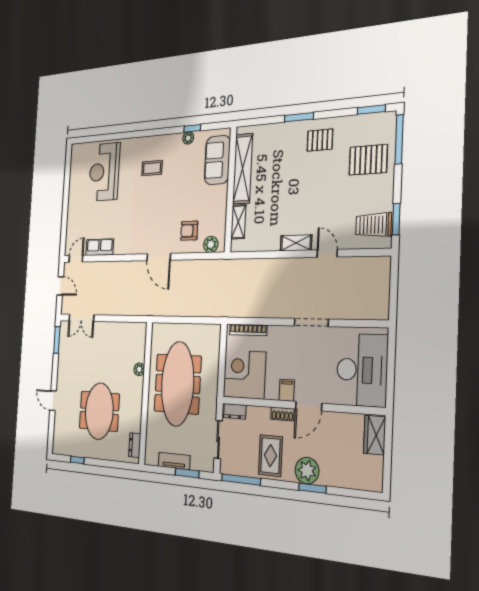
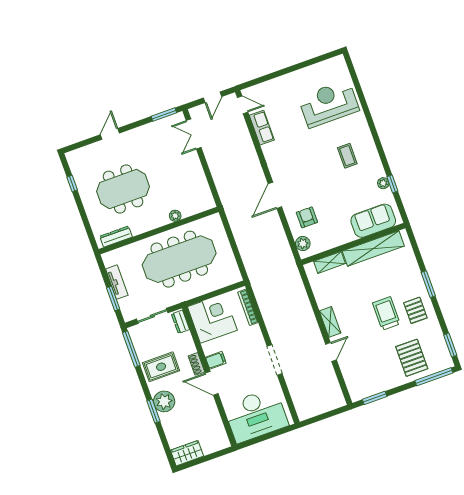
trolley: (373, 225) -> (386, 313), moved
wardrobe: (375, 435) -> (187, 453), moved
dresser: (135, 445) -> (116, 237), width x1.44

